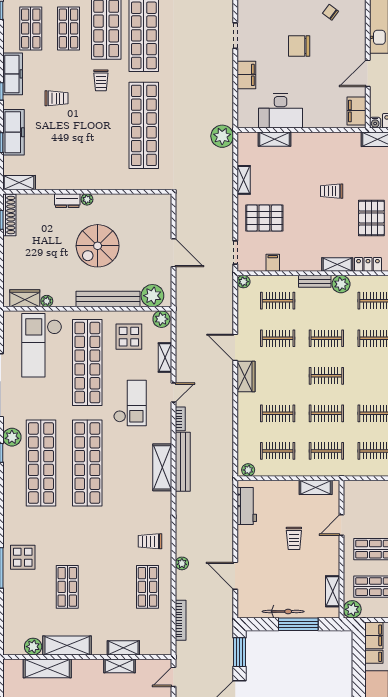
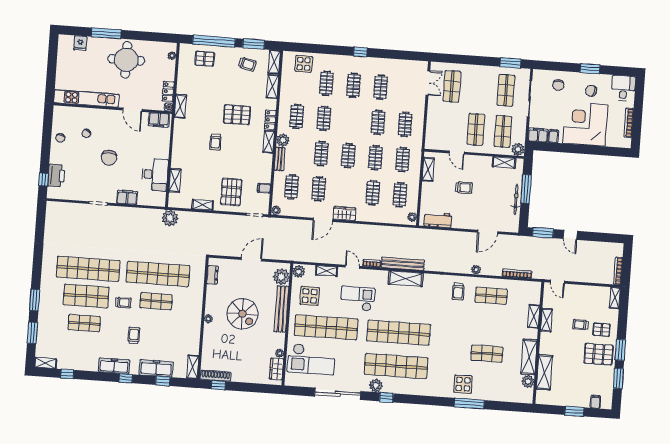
shop shelf: (31, 28) -> (156, 301), moved
dresser: (67, 201) -> (213, 275), moved

